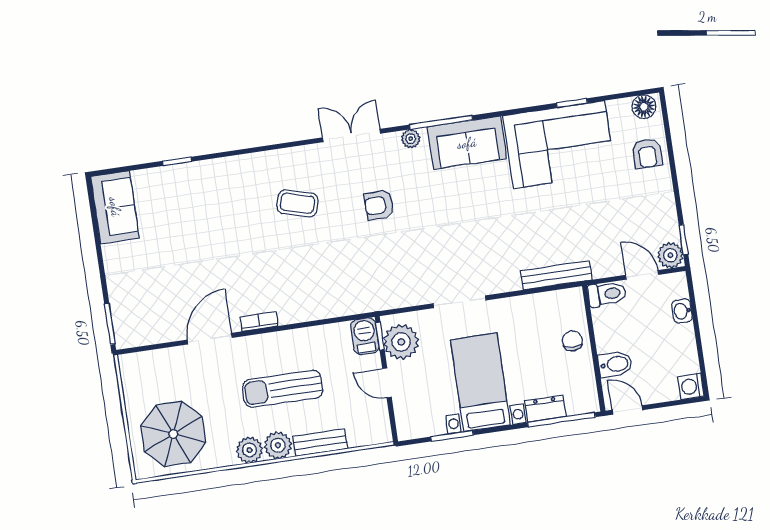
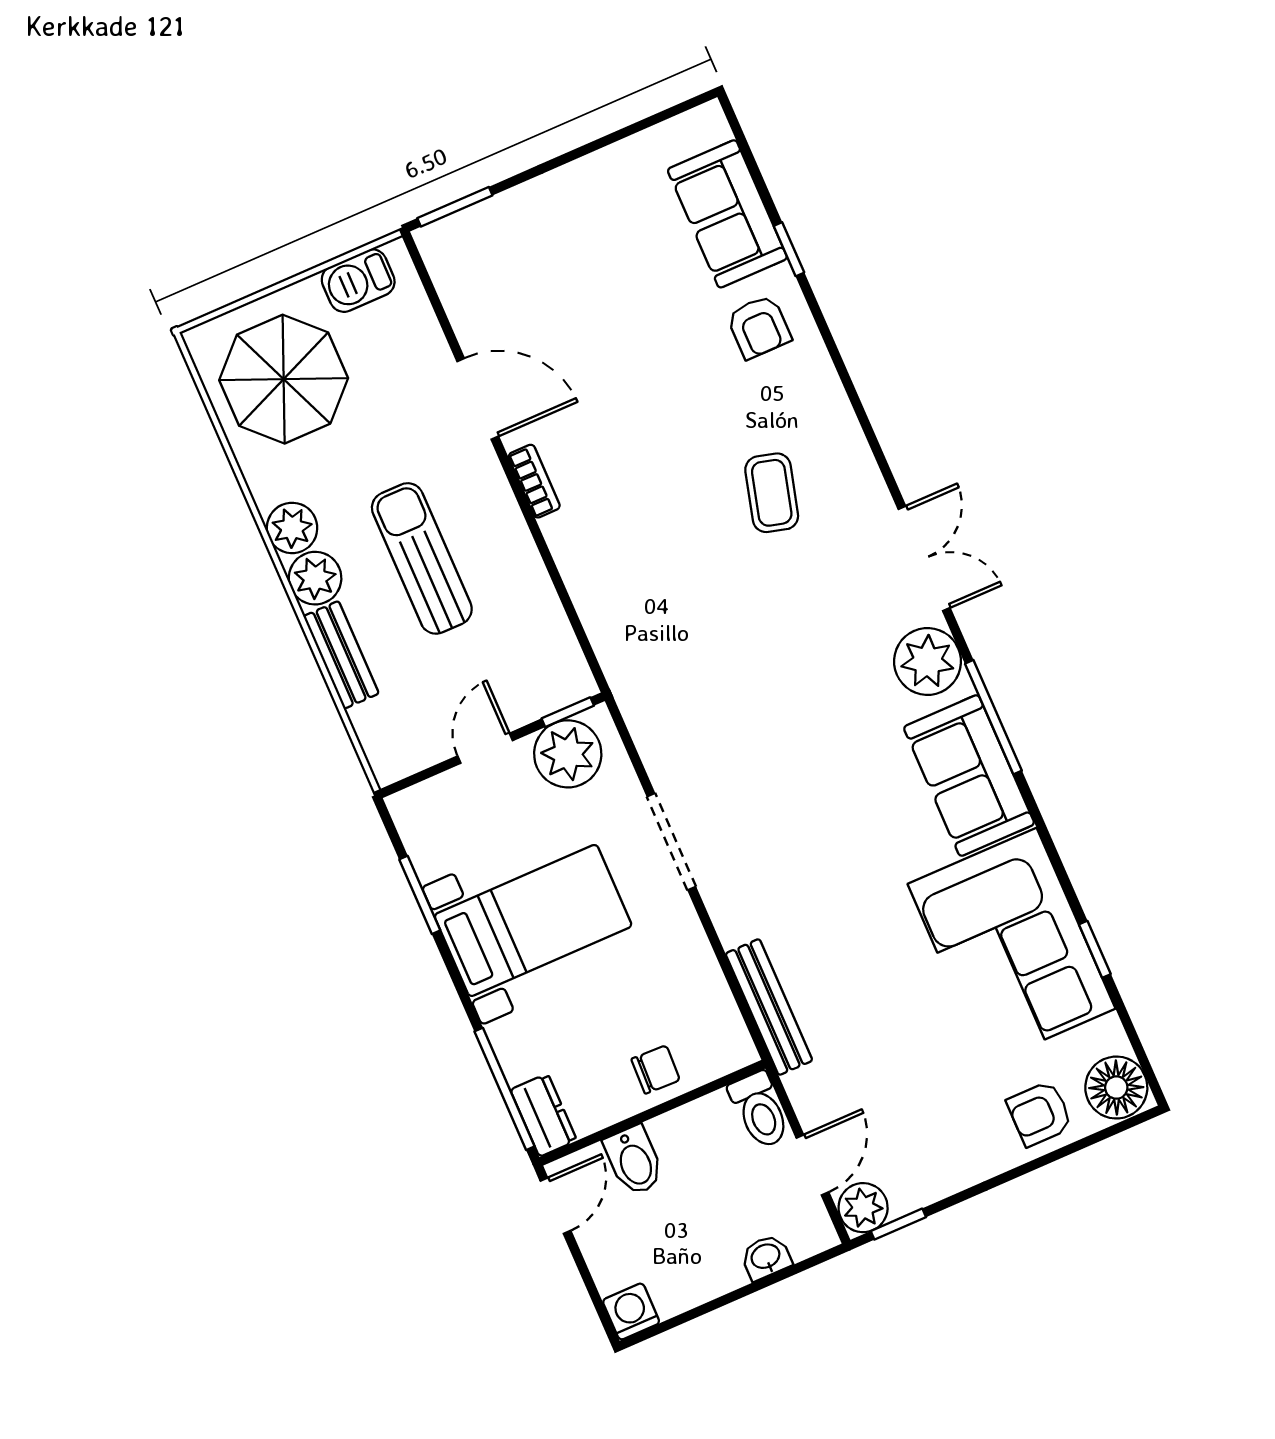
floor lamp: (644, 107) -> (1116, 1088), width x1.38, depth x1.38
plant: (411, 139) -> (928, 661), width x1.87, depth x1.87
armchair: (379, 205) -> (759, 327), moved, turned 180
sofa: (115, 207) -> (727, 214), moved, turned 90
barbecue: (365, 336) -> (358, 281), moved, turned 180
dresser: (545, 409) -> (544, 1115), moved

